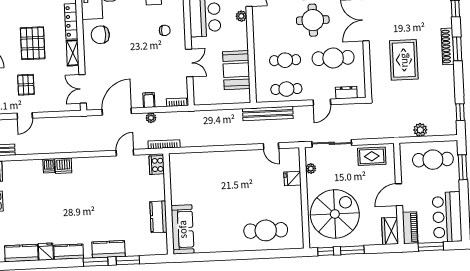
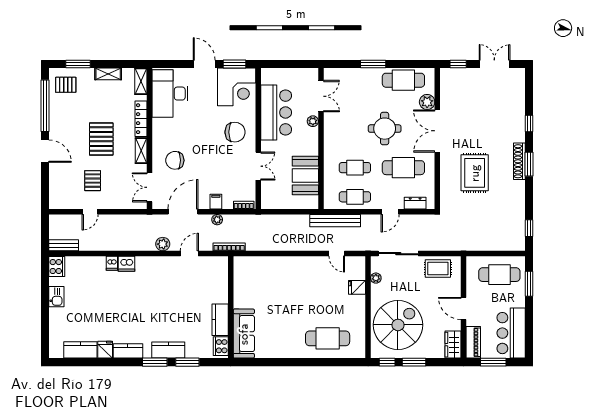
chair: (165, 30) -> (235, 132), width x1.87, depth x1.87
chair: (100, 35) -> (175, 160), moved
plant: (420, 130) -> (163, 244), moved
cooker: (157, 165) -> (221, 346), moved
door: (399, 195) -> (464, 308), hinge flipped

